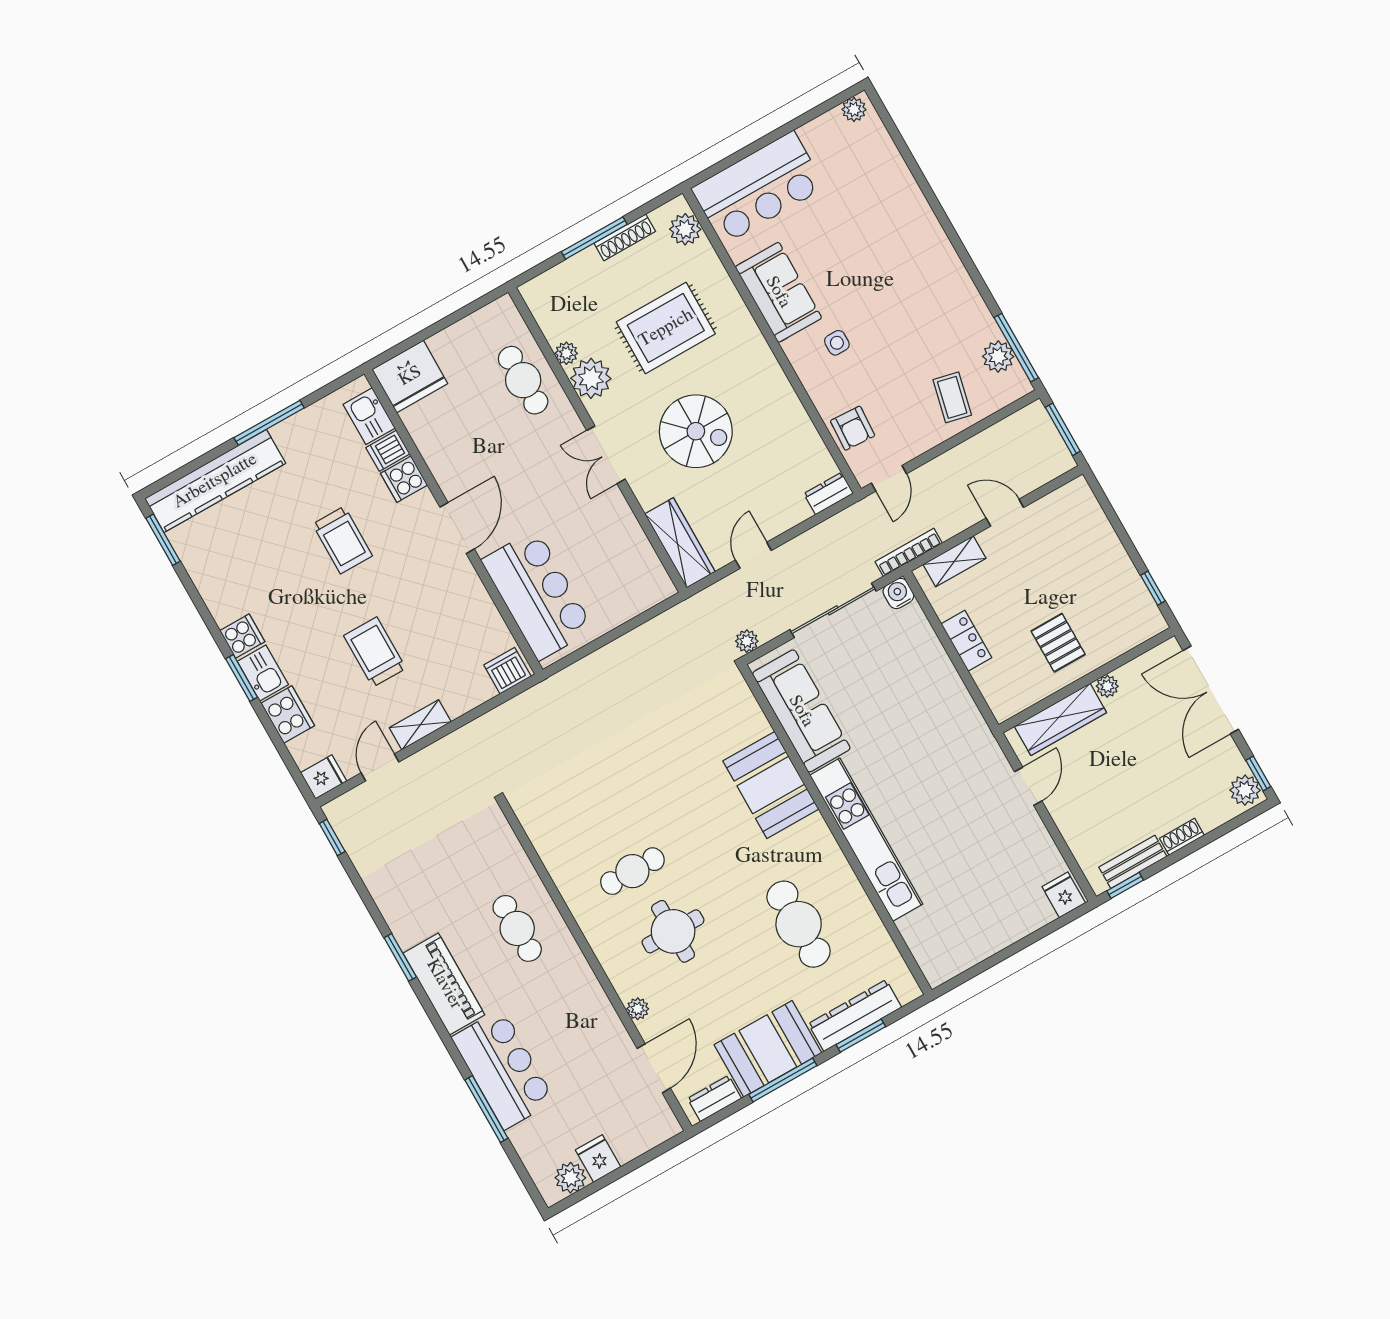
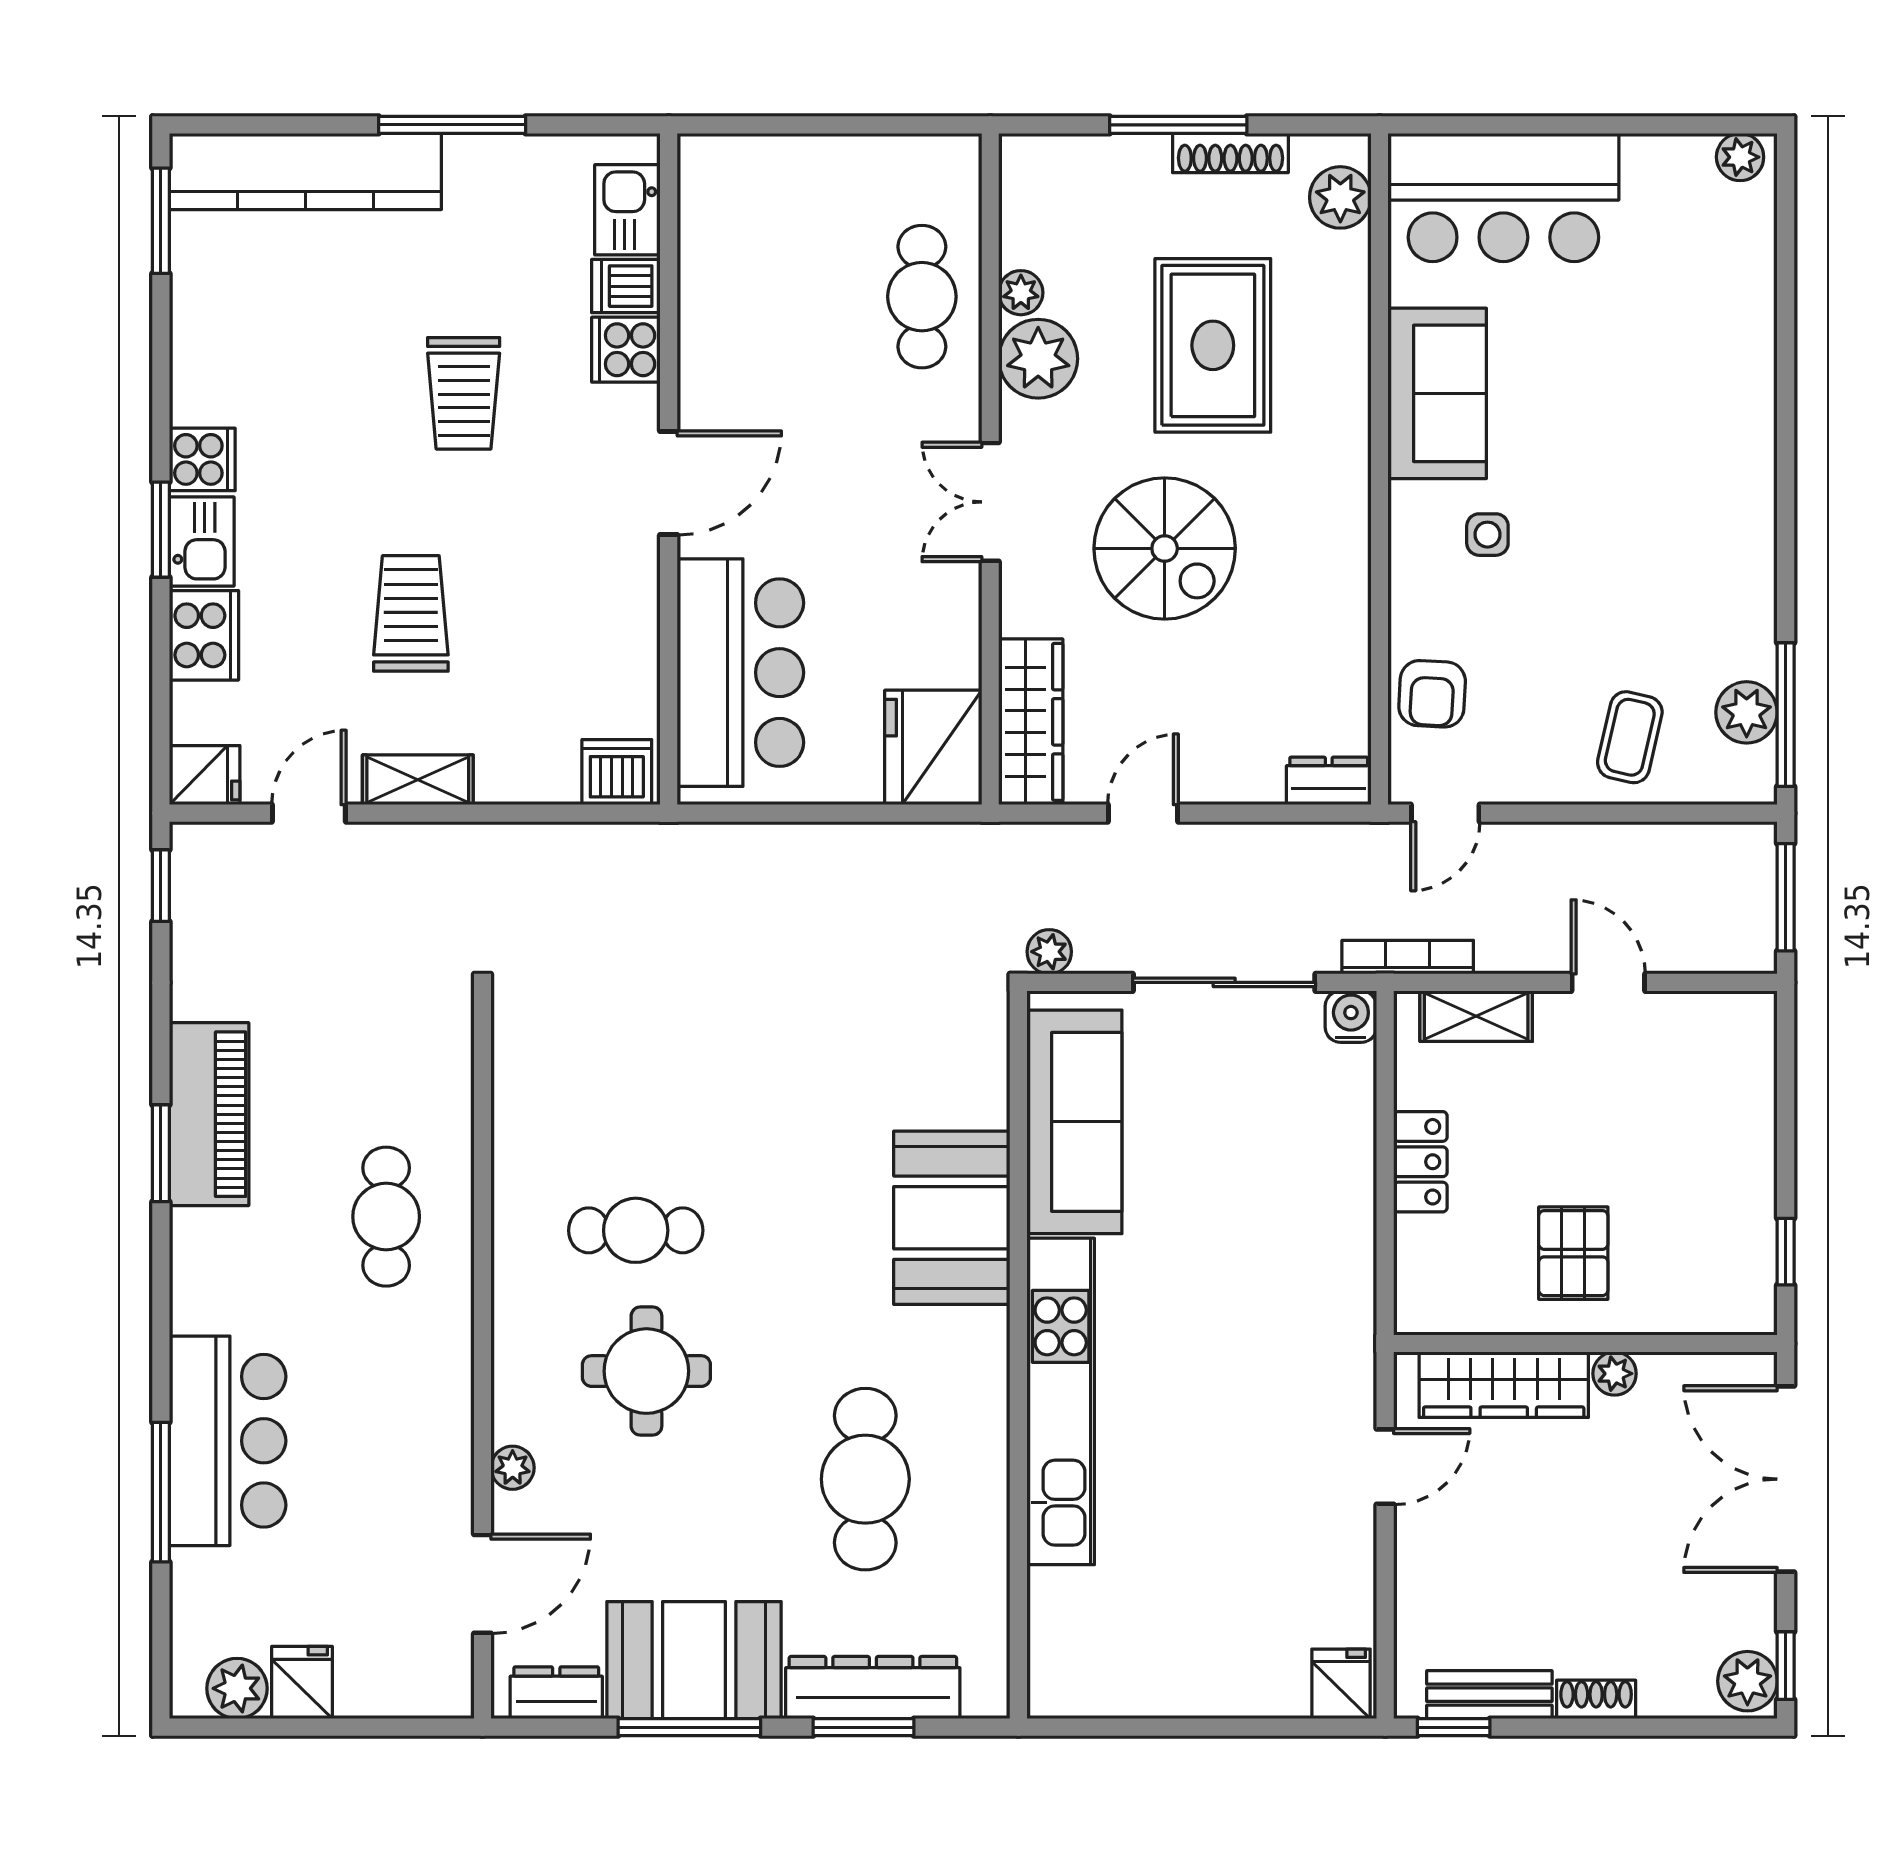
rug: (666, 328) -> (1213, 345), turned 90
fridge: (410, 376) -> (933, 747), moved, turned 90
piano: (444, 984) -> (209, 1114), moved

